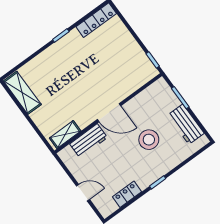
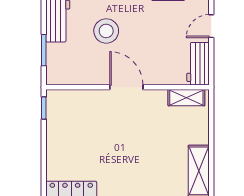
workbench: (89, 141) -> (198, 64), moved, turned -90
door: (83, 193) -> (211, 26), hinge flipped

